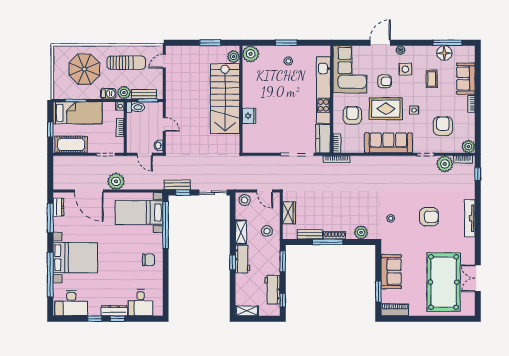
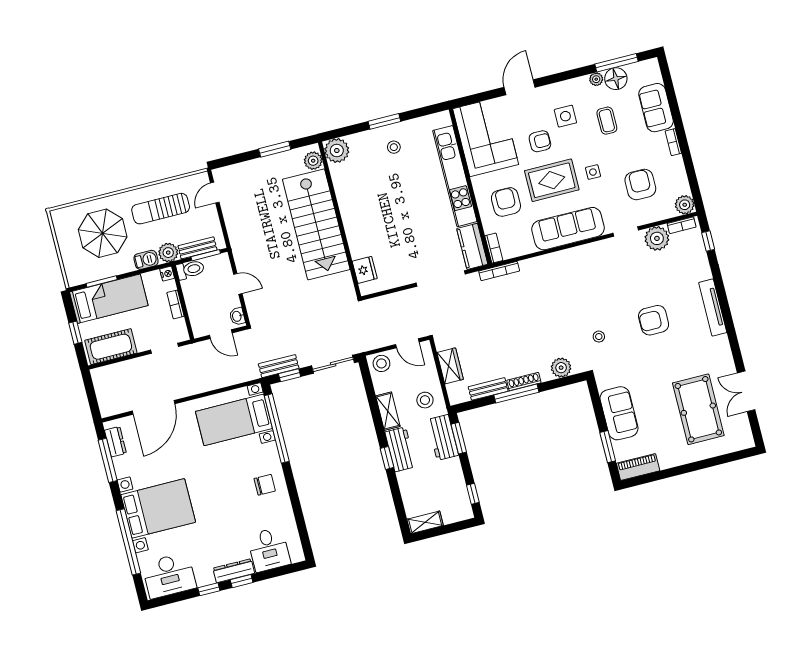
plant: (400, 50) -> (596, 79), moved
sun lounger: (126, 63) -> (161, 209), turned 180
fridge: (249, 116) -> (365, 270), moved
plant: (116, 181) -> (189, 383), removed
door: (89, 191) -> (153, 407), hinge flipped
armchair: (429, 217) -> (654, 320), turned 180
pool table: (444, 282) -> (698, 409), width x0.73, depth x0.76
workbench: (272, 290) -> (443, 437), moved

